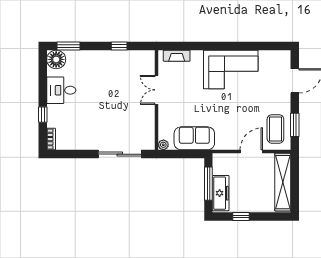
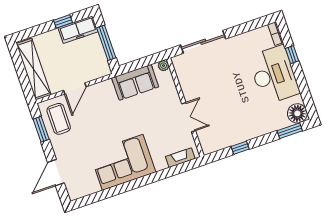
desk: (61, 90) -> (274, 75), width x1.87, depth x1.30
freezer: (221, 193) -> (78, 30), moved, turned -90

